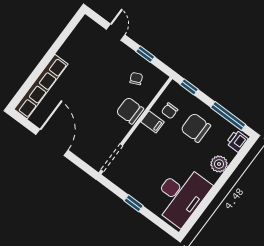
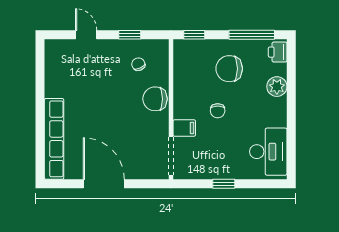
chair: (170, 111) -> (218, 111), moved
filing cabinet: (152, 122) -> (184, 128), moved
desk: (181, 195) -> (268, 152), width x0.73, depth x0.77

